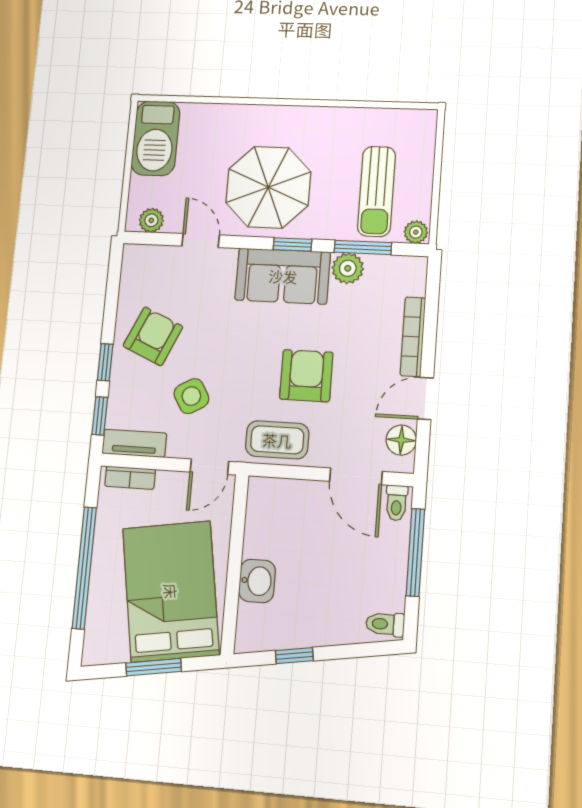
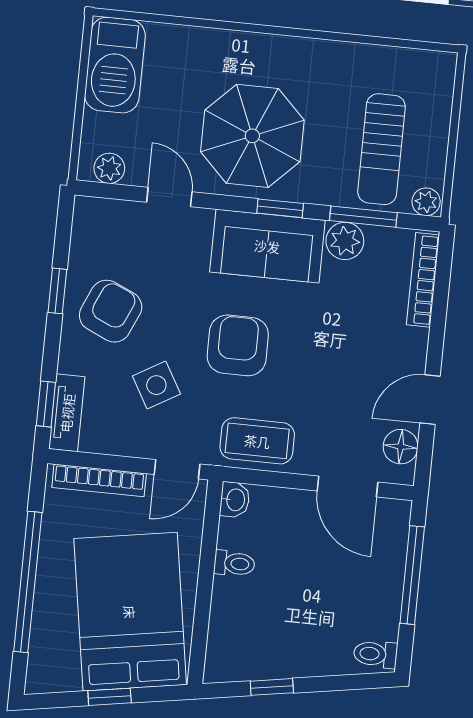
bookcase: (413, 337) -> (423, 280), moved
window: (105, 362) -> (57, 291), moved
armchair: (306, 376) -> (238, 345), moved
tv unit: (134, 443) -> (67, 413), moved, turned 90
bookcase: (130, 478) -> (99, 480), width x1.56
toilet: (396, 503) -> (234, 563), moved, turned -90
washbasin: (257, 581) -> (235, 500), moved, width x0.72, depth x0.69
window: (154, 667) -> (110, 697), width x0.67

